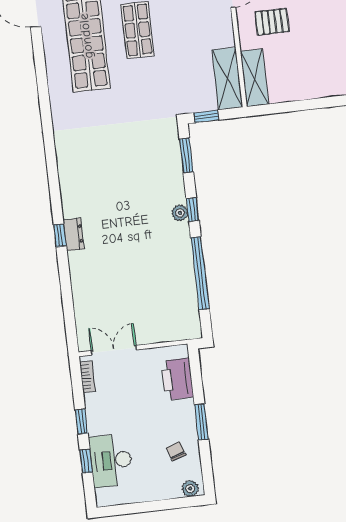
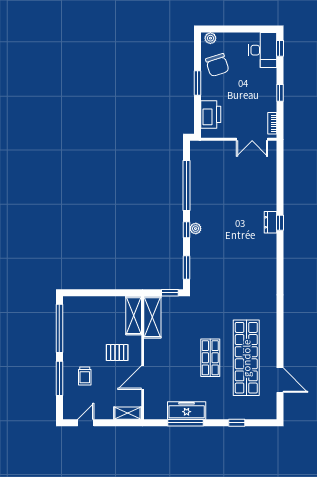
chair: (176, 451) -> (217, 65), width x1.87, depth x1.87
desk: (111, 460) -> (263, 50), moved
window: (86, 461) -> (280, 48), moved

